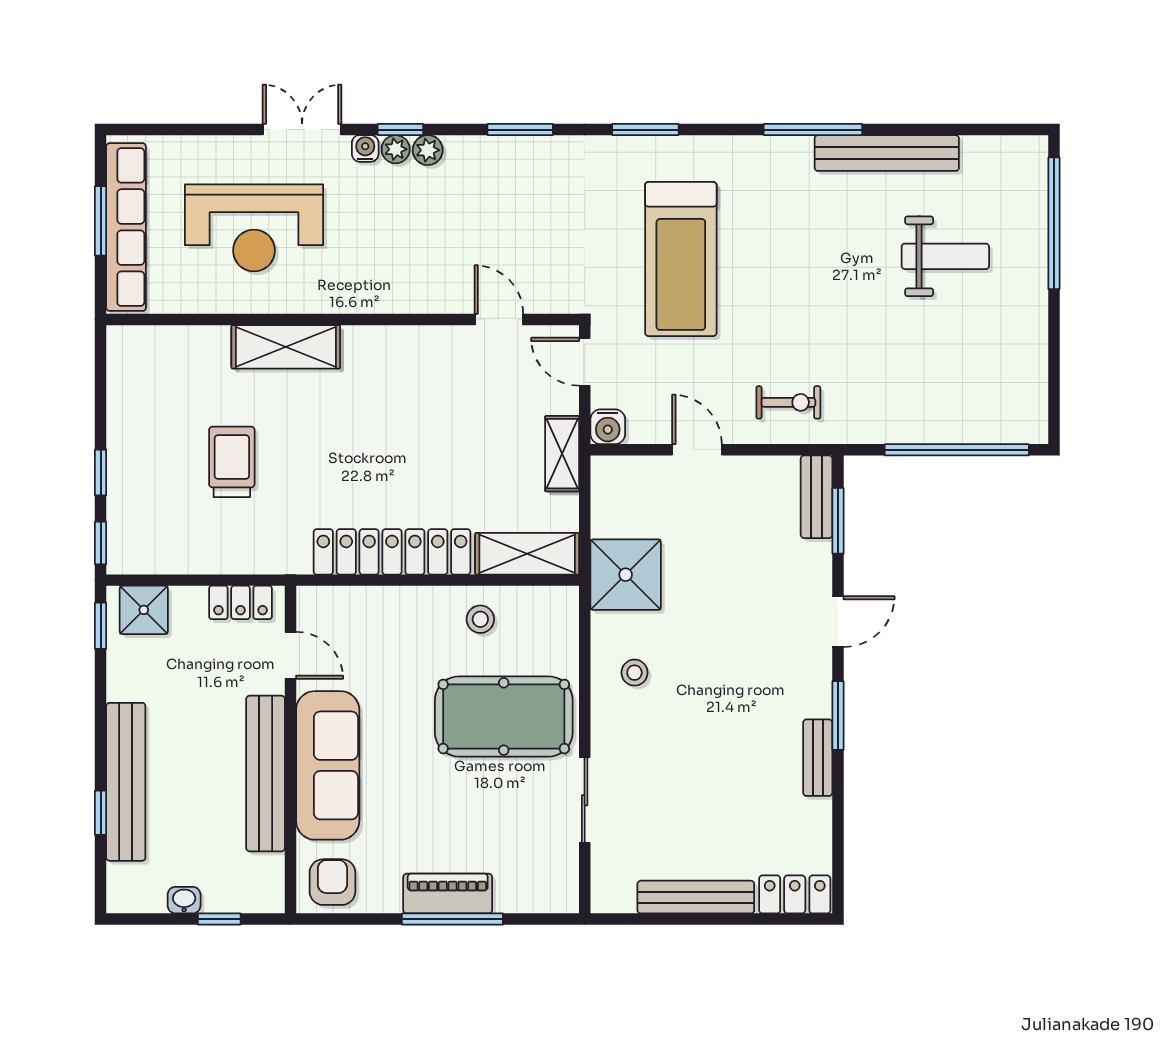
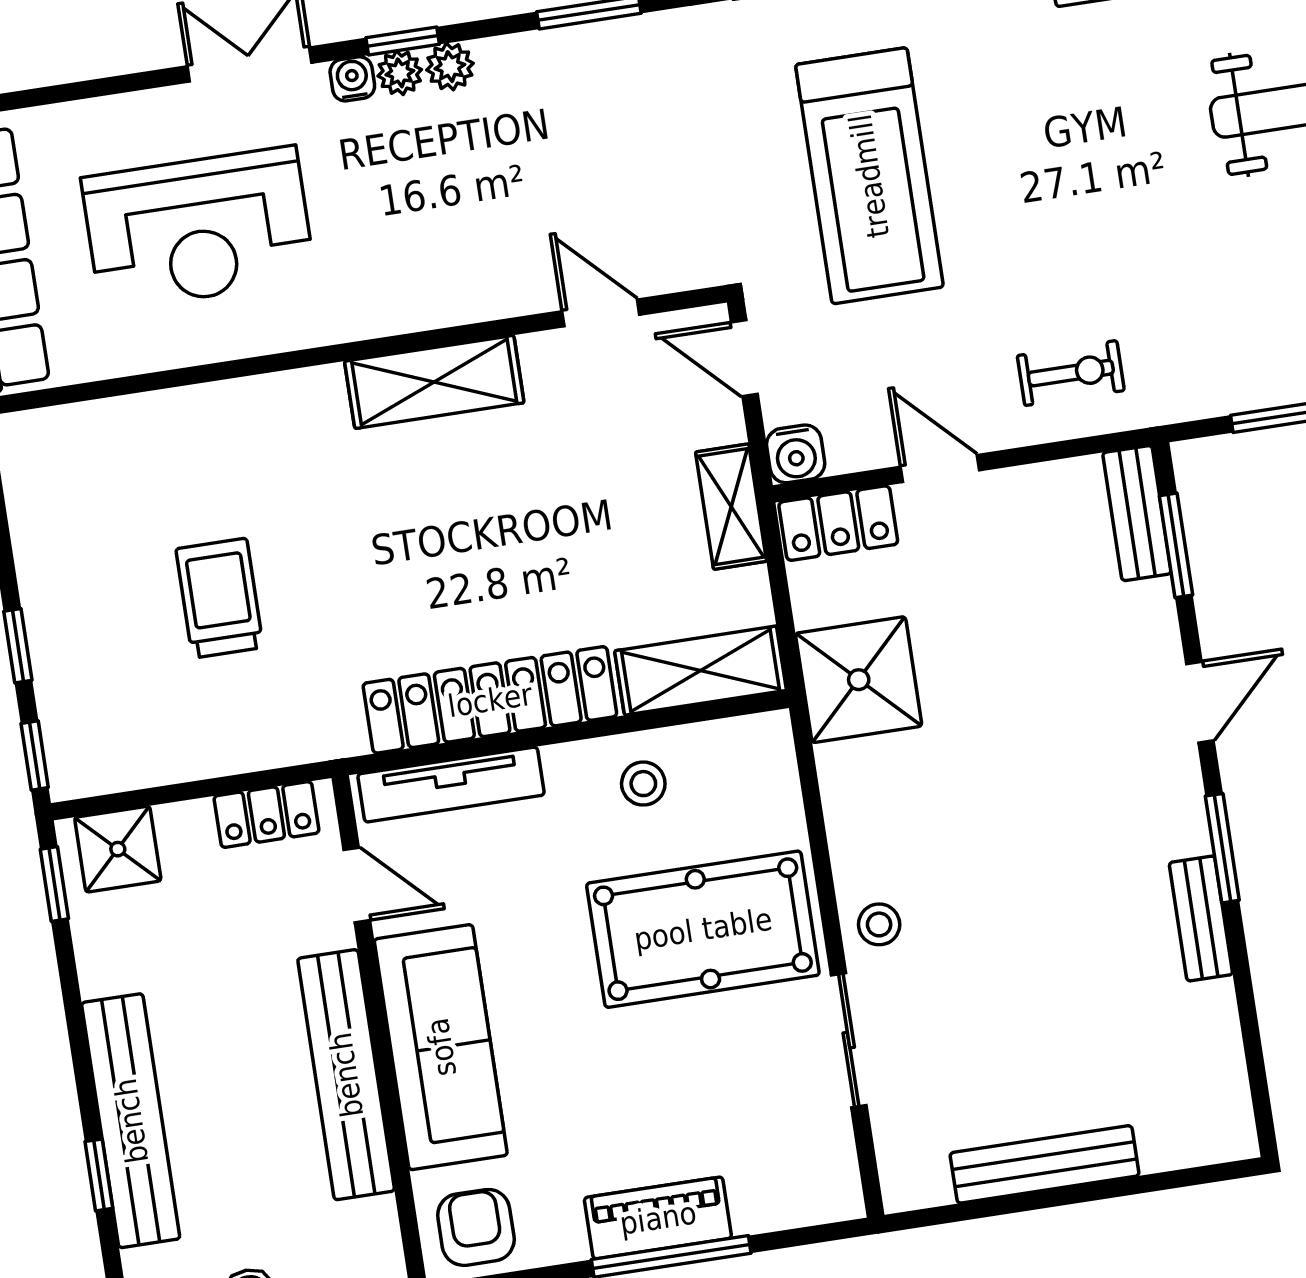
shelving: (286, 347) -> (434, 382), moved
tv unit: (359, 601) -> (451, 785), added
stool: (634, 673) -> (879, 924), moved
locker: (795, 894) -> (838, 523), moved, turned 180

